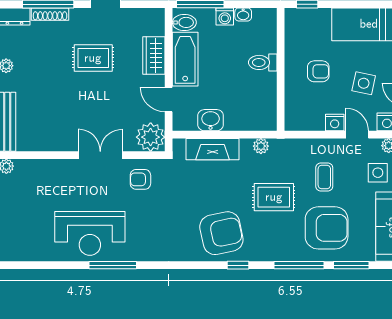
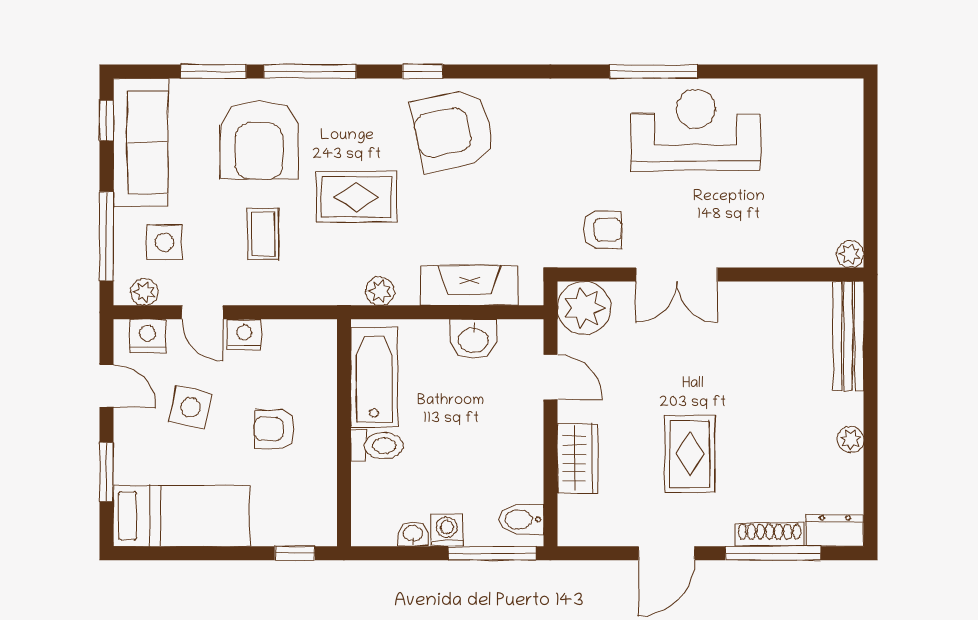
rug: (93, 58) -> (690, 454), turned 90
bathtub: (185, 59) -> (374, 377), moved, turned 180
armchair: (327, 228) -> (259, 140), turned -90

